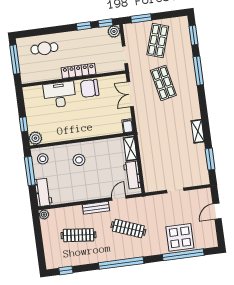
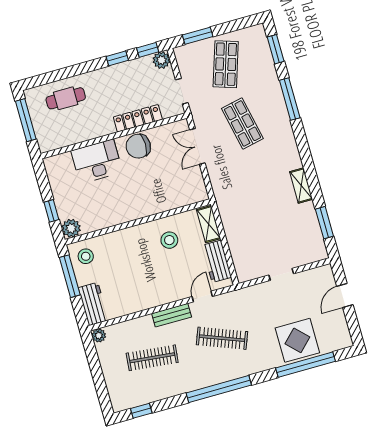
locker: (78, 71) -> (138, 118), moved
filing cabinet: (128, 126) -> (200, 192), removed
stool: (79, 160) -> (169, 240), moved

